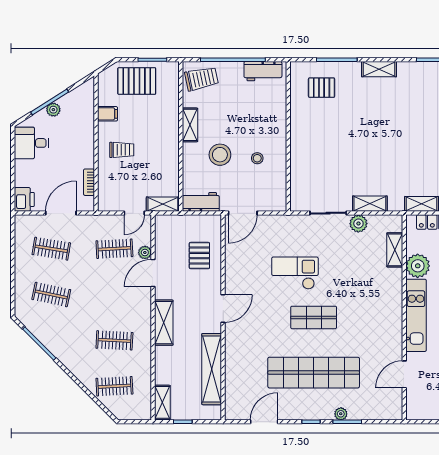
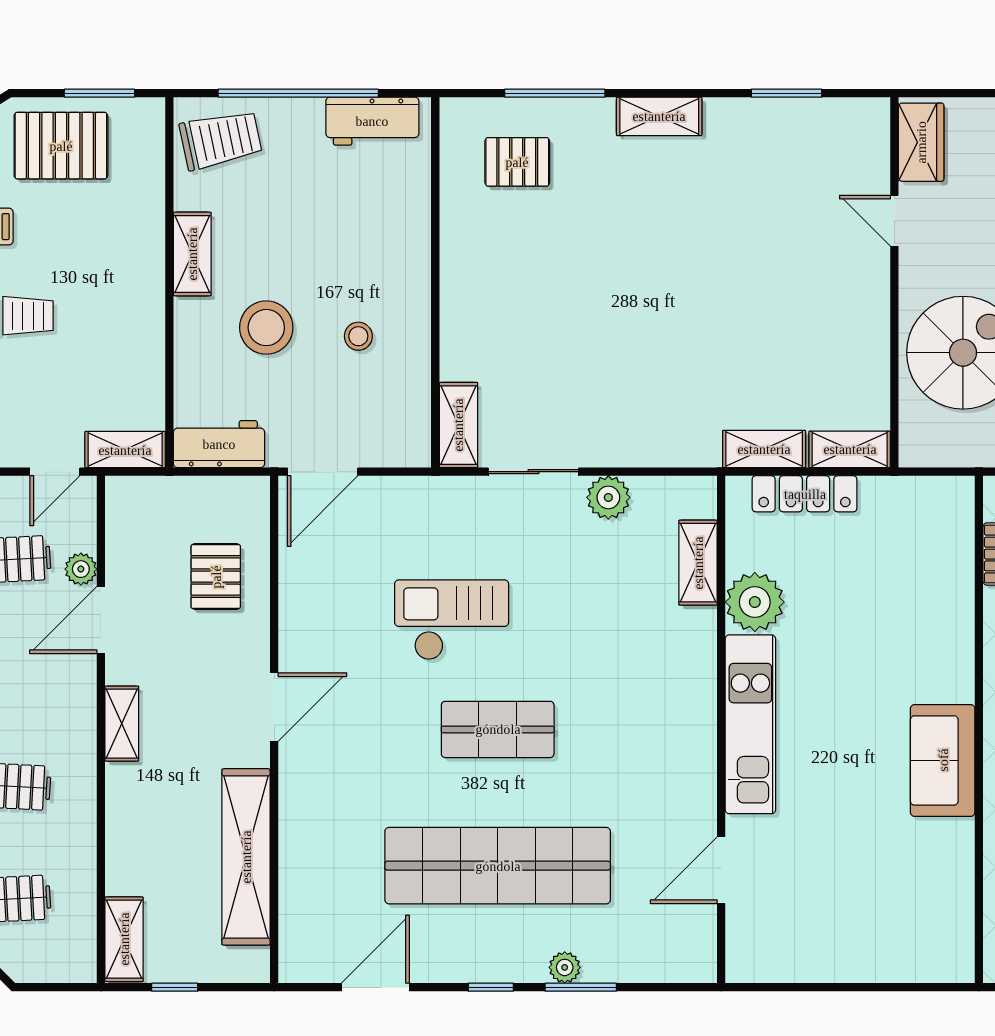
shelving: (370, 204) -> (458, 425), moved, turned 90
shelving: (164, 323) -> (122, 724), width x0.67, depth x0.75

